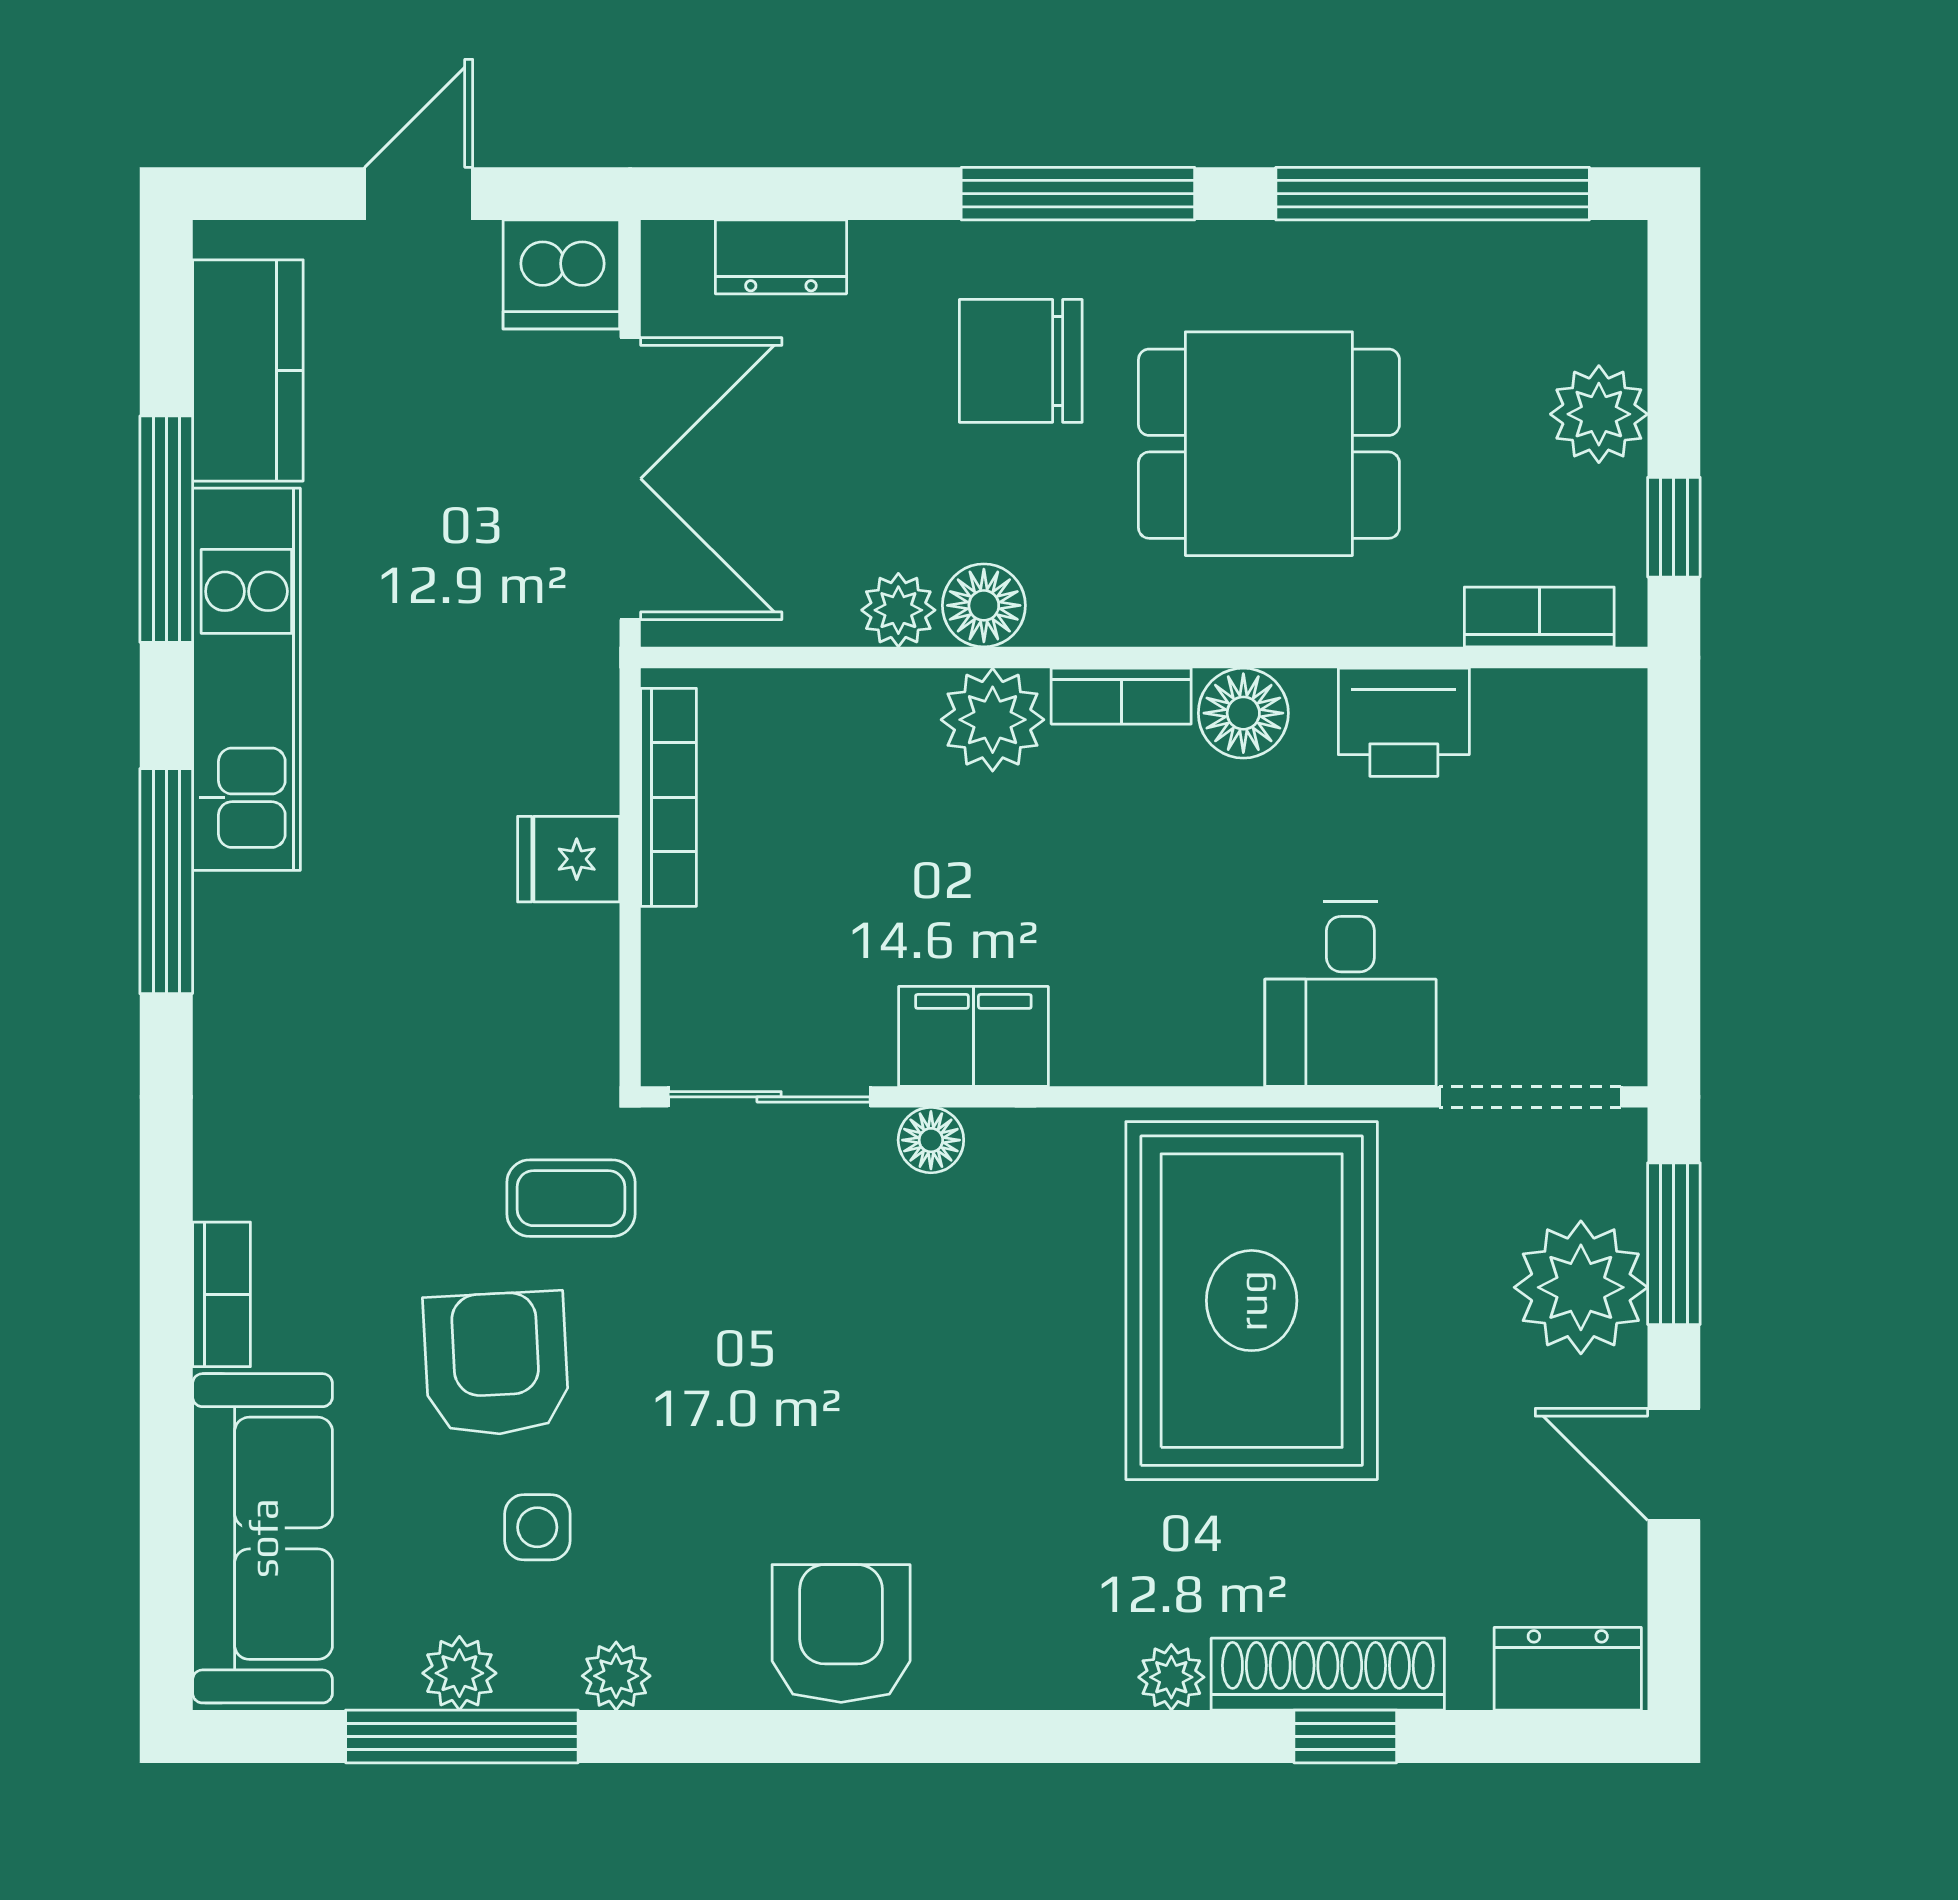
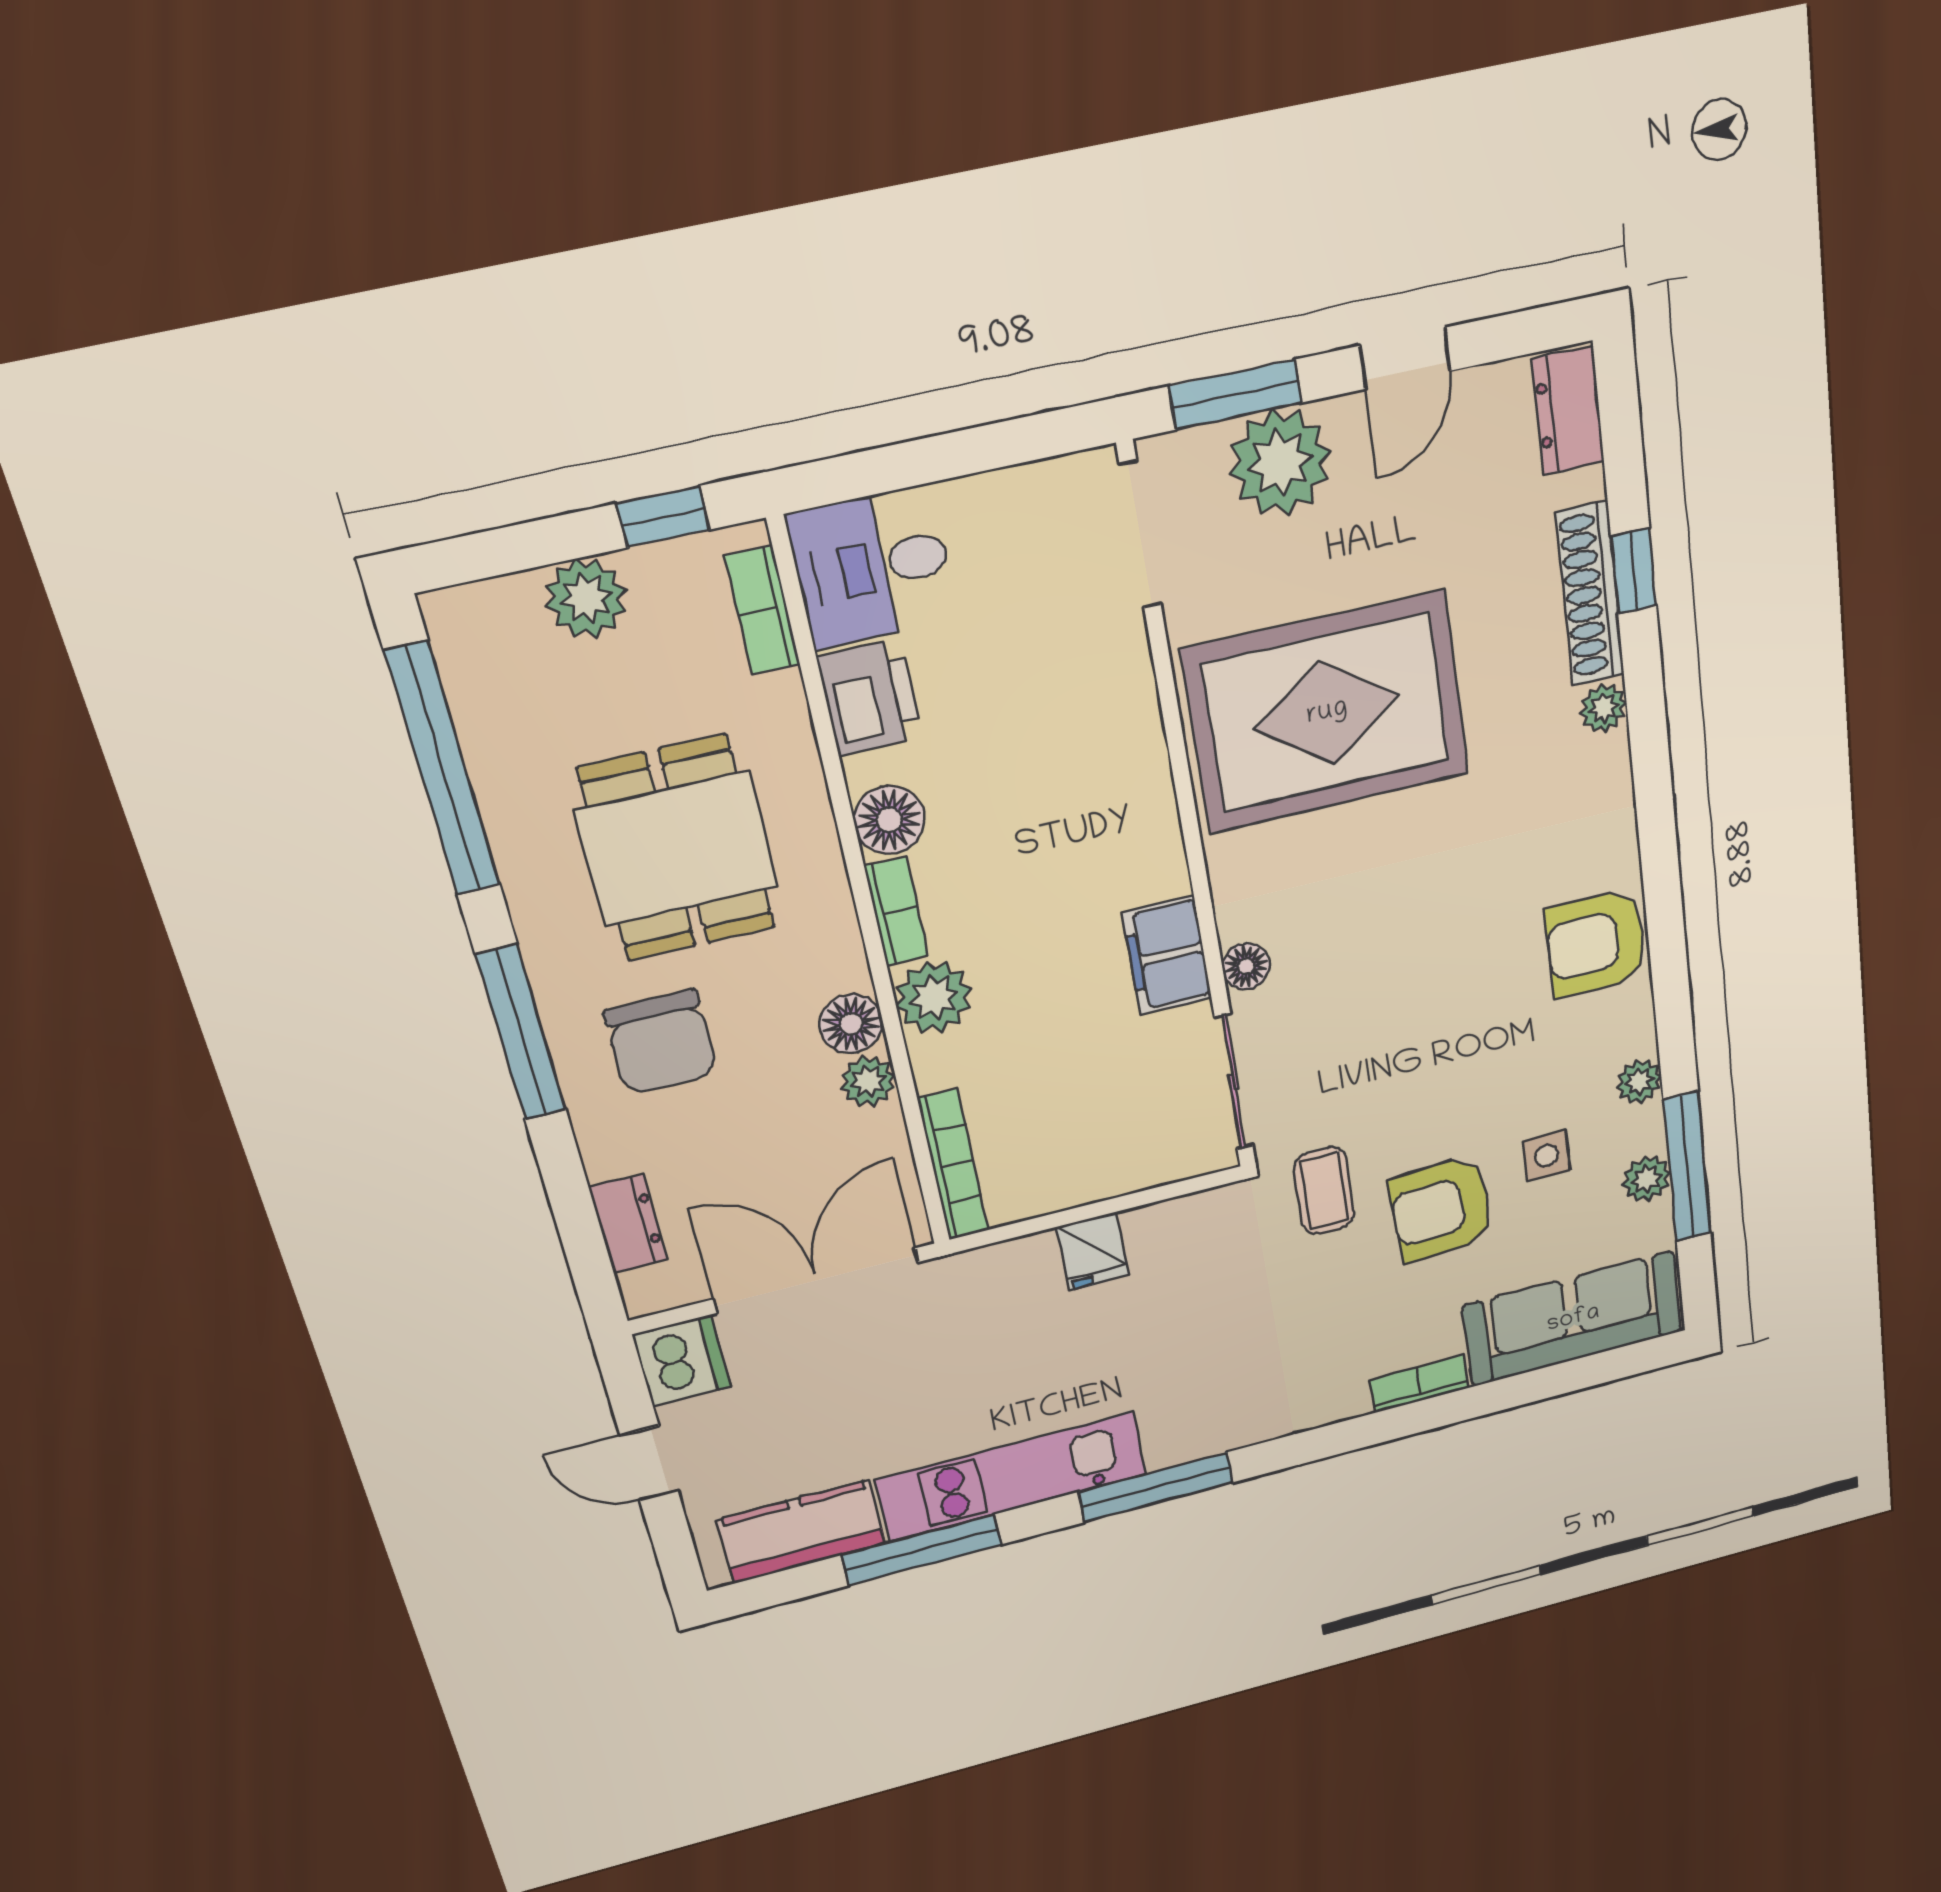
bookcase: (669, 797) -> (953, 1165), moved, turned 90
desk: (1350, 994) -> (872, 567), moved, turned 180

